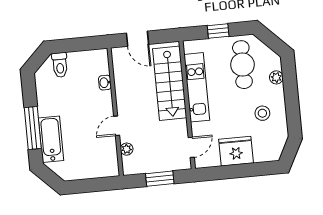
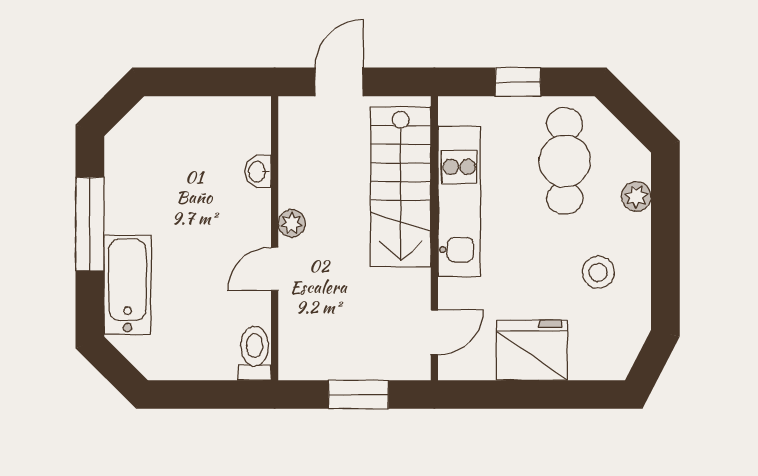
door: (138, 39) -> (339, 82), swing flipped
toilet: (60, 65) -> (255, 353), moved, turned 180
window: (33, 128) -> (90, 224), moved
plant: (127, 149) -> (292, 223), moved

